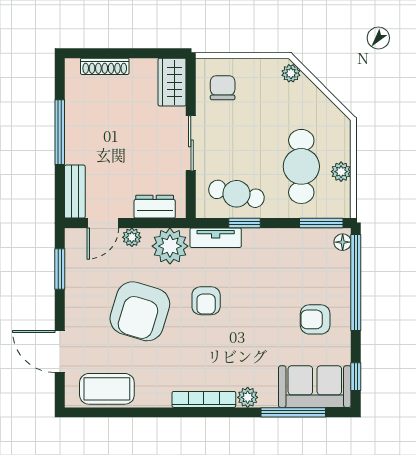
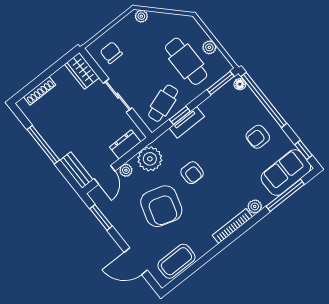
cafe table: (236, 194) -> (163, 103), turned -32
tv unit: (216, 238) -> (187, 122), moved

